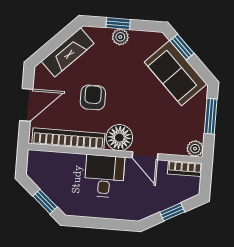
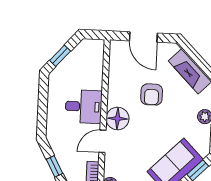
armchair: (93, 97) -> (152, 94), turned 90
bookcase: (68, 139) -> (115, 74), removed

